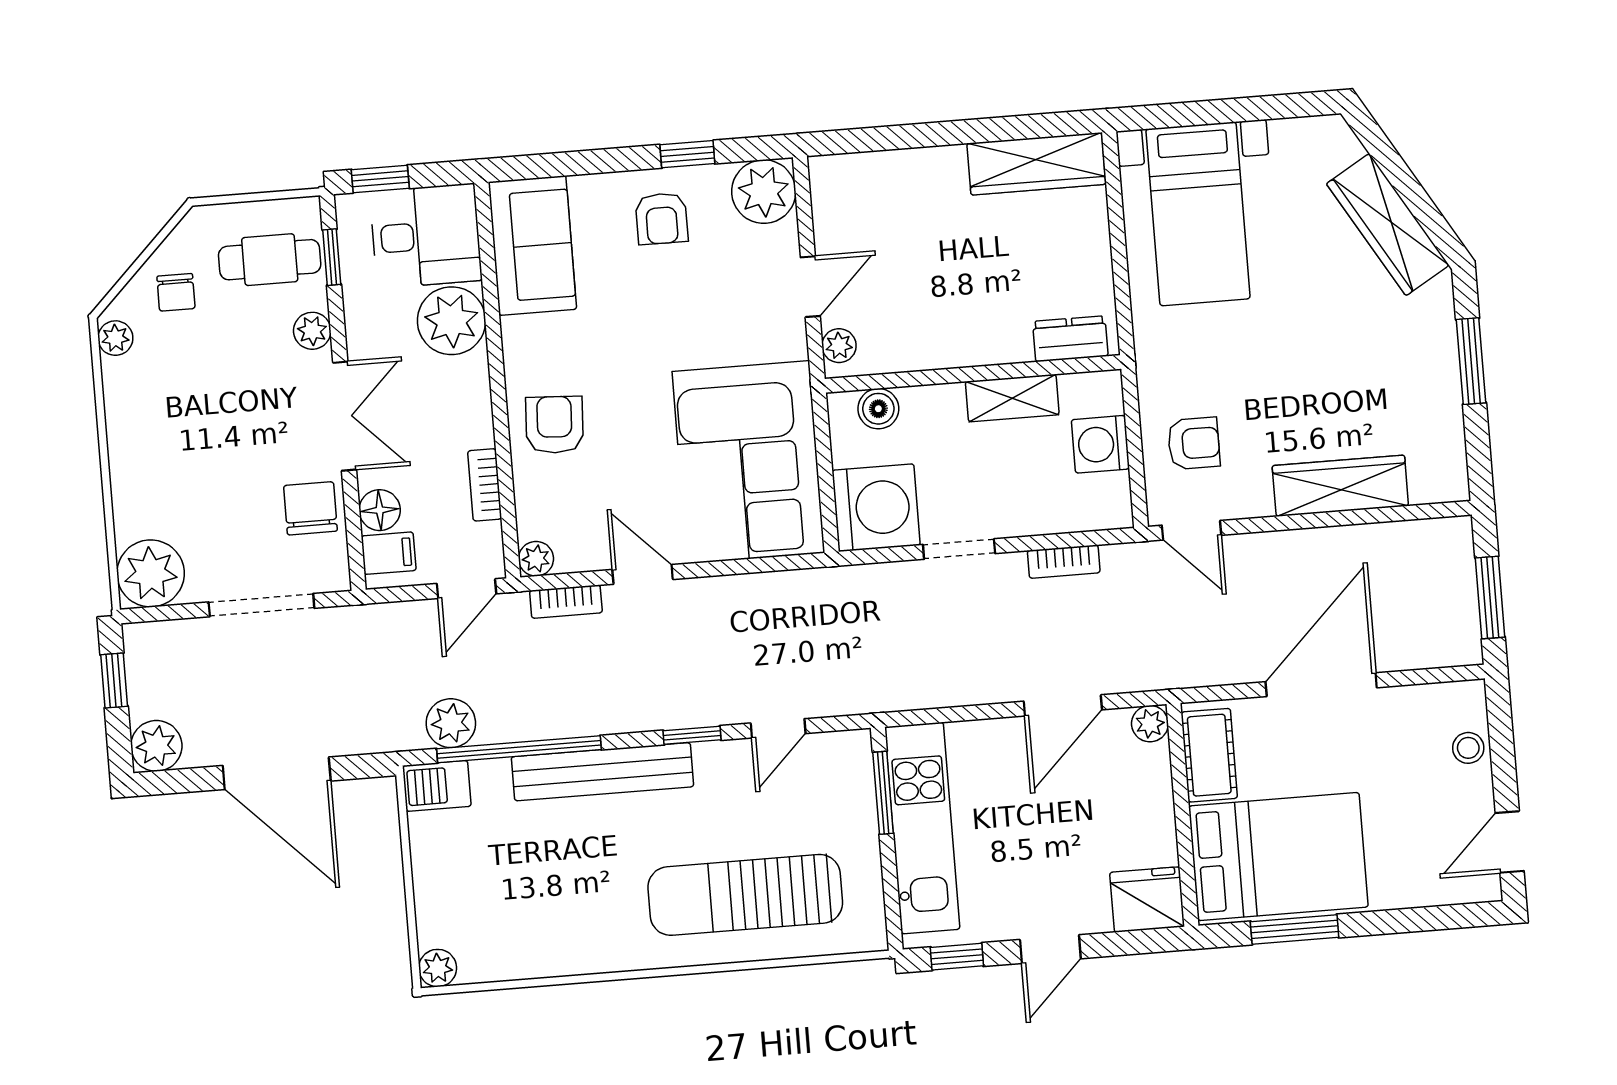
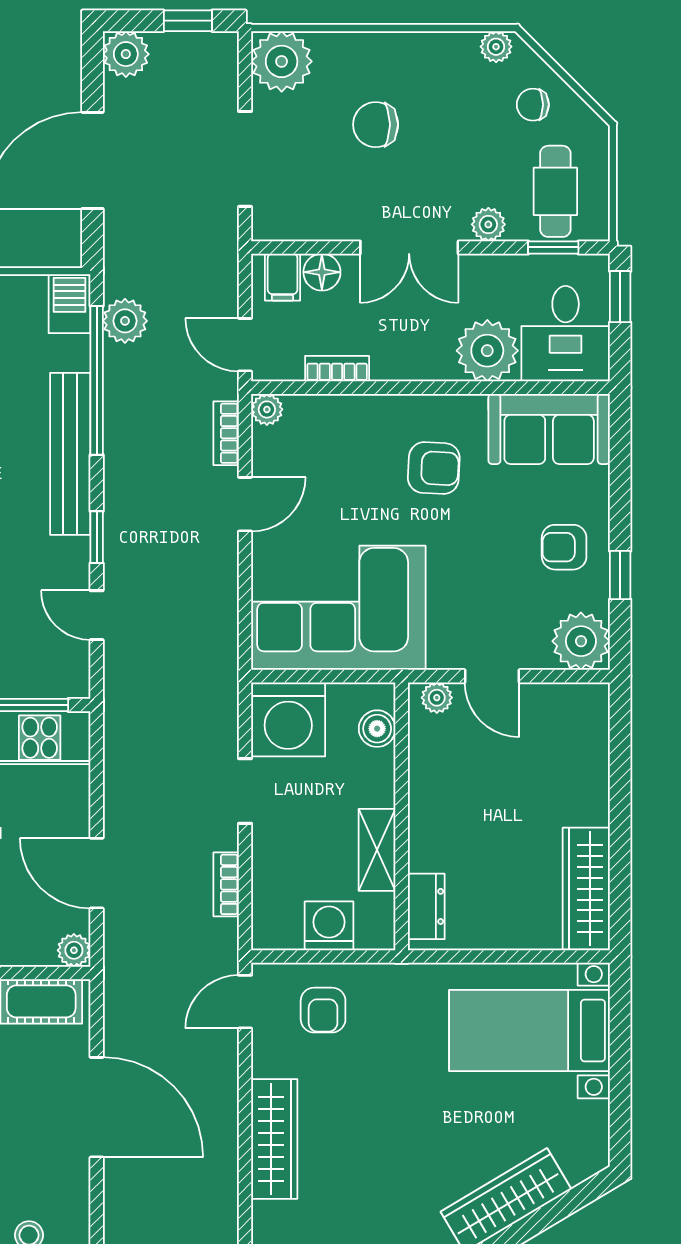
armchair: (554, 425) -> (434, 468), moved
chair: (310, 508) -> (376, 125), moved, turned 180

